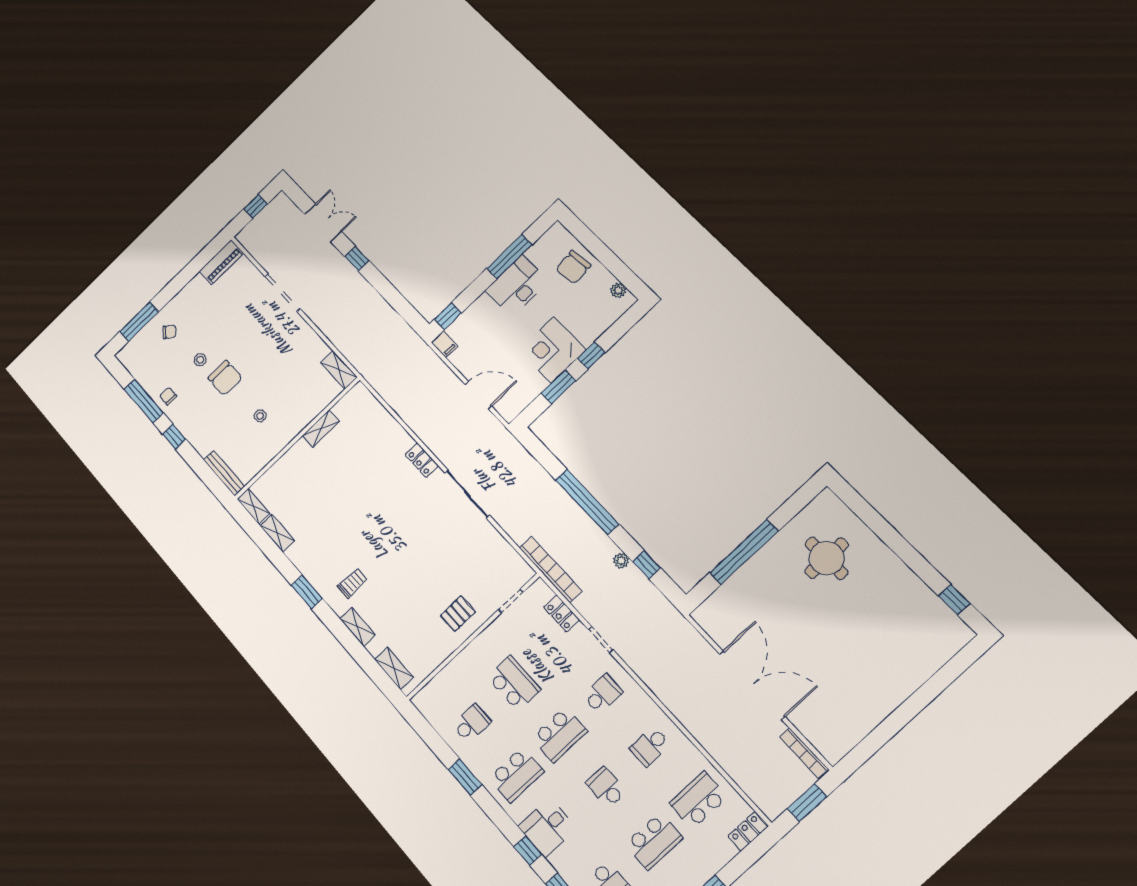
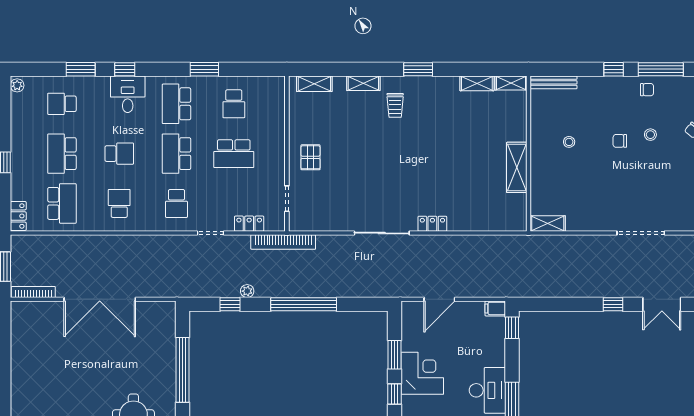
chair: (225, 378) -> (620, 141), width x0.54, depth x0.54
shelving: (321, 428) -> (517, 167), width x1.50, depth x1.33

